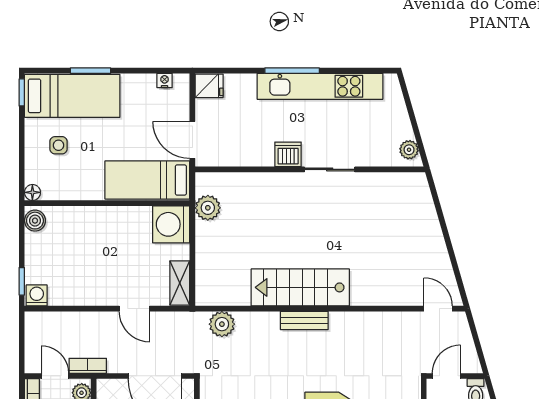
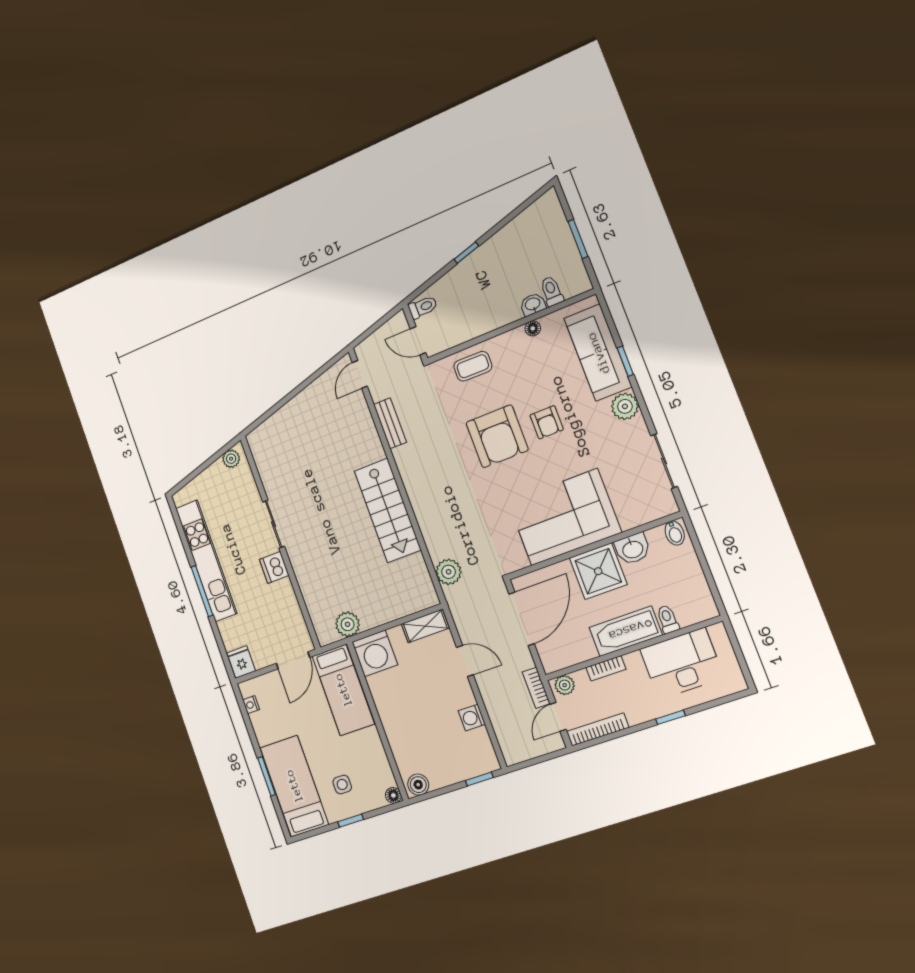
window: (22, 92) -> (351, 821), moved
washing machine: (37, 295) -> (472, 718), moved
door: (135, 309) -> (465, 661), hinge flipped
bench: (304, 320) -> (390, 423), moved

